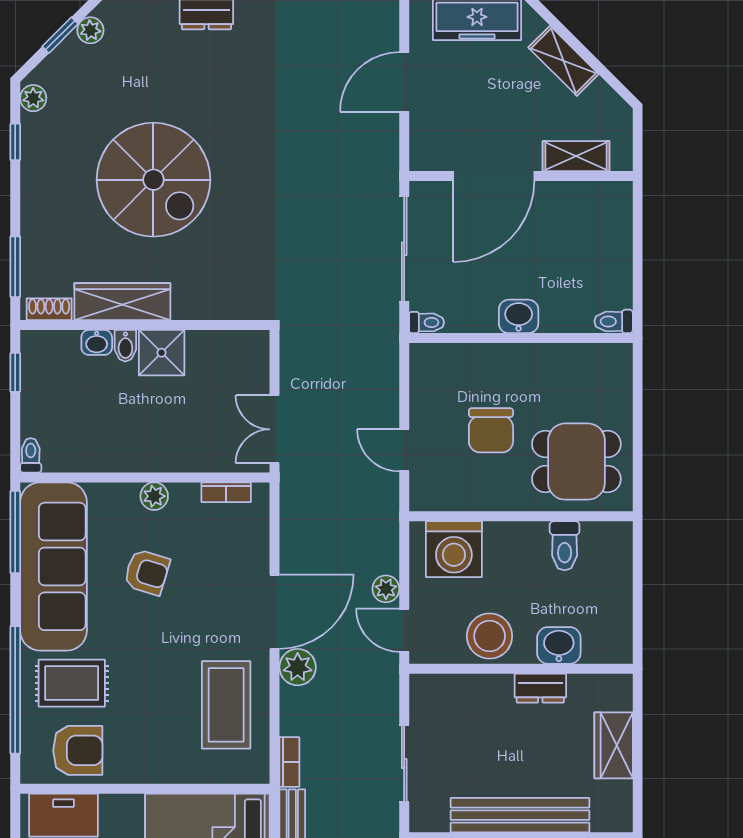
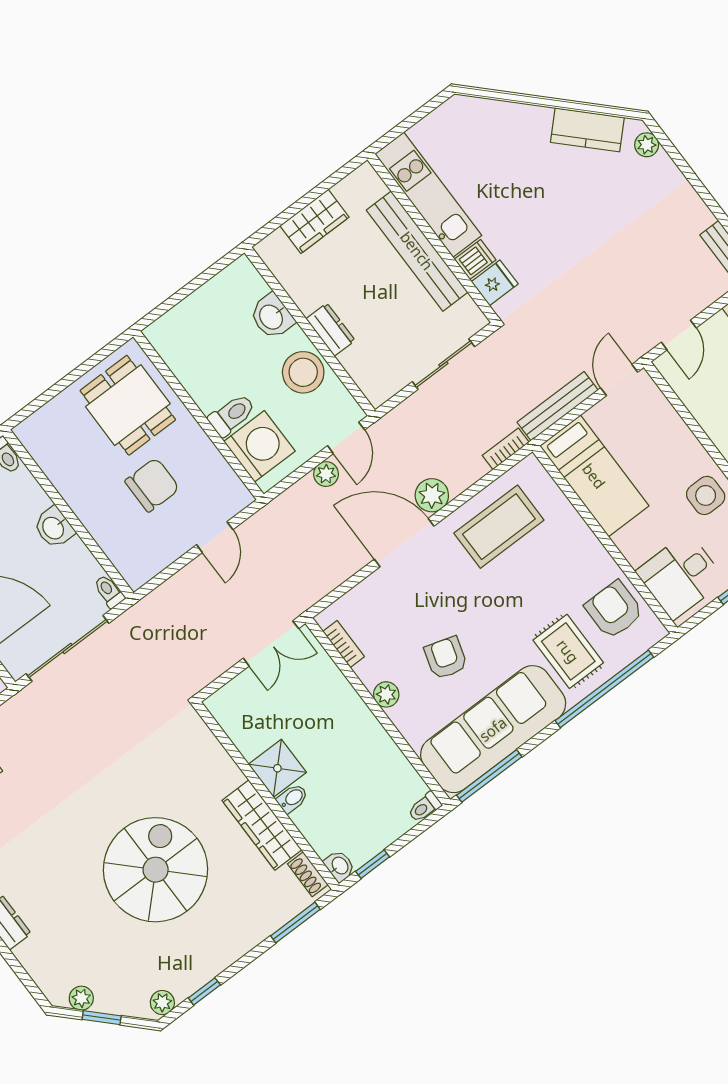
washbasin: (97, 342) -> (340, 866), moved
toilet: (565, 546) -> (232, 415), moved
dresser: (540, 688) -> (331, 330), moved

